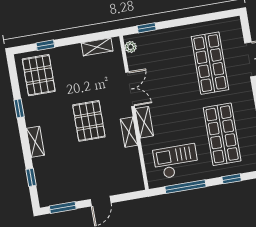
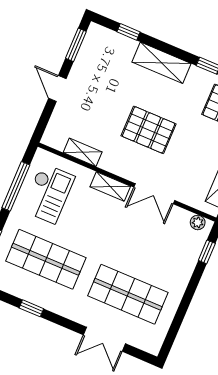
shelving: (129, 132) -> (83, 152), moved
shelving: (35, 142) -> (161, 63), width x1.50, depth x1.33

